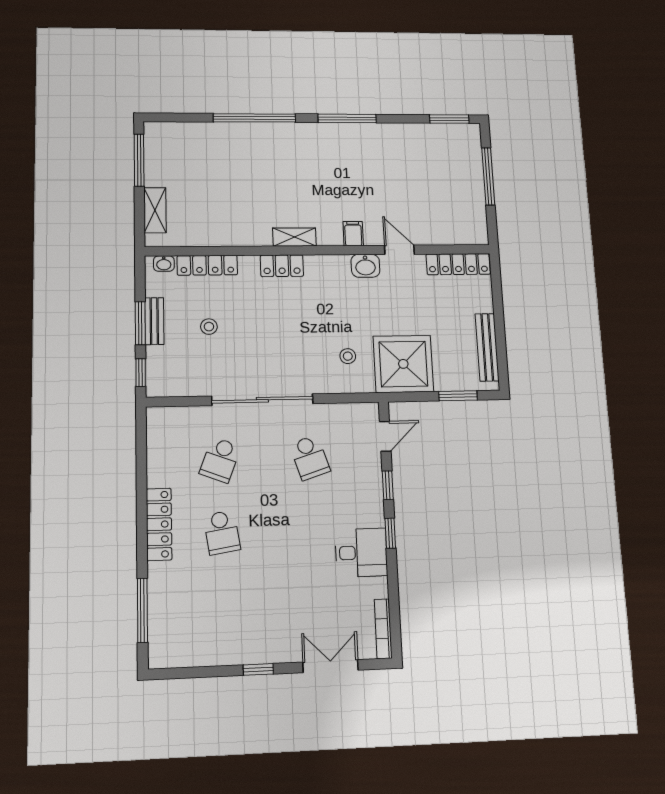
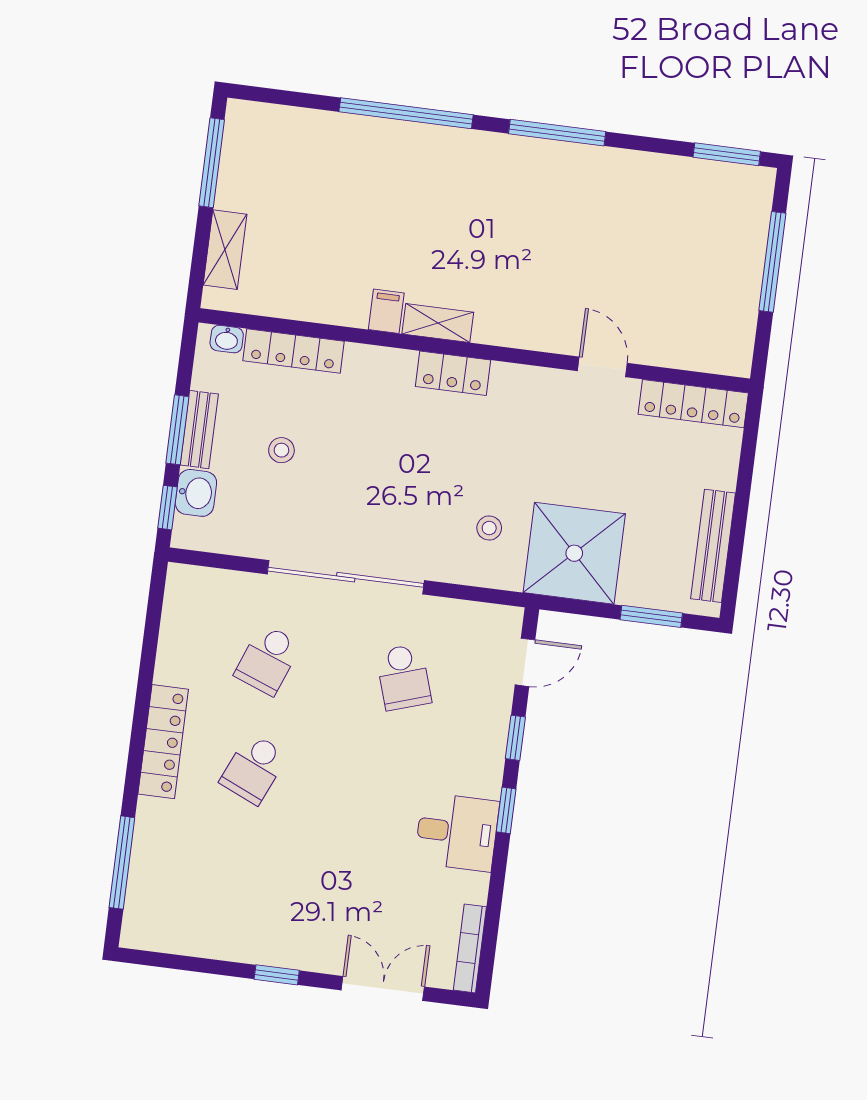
filing cabinet: (353, 234) -> (386, 311), moved
locker: (282, 266) -> (453, 373), moved
washbasin: (365, 266) -> (196, 493), moved, turned -90
school desk: (222, 533) -> (254, 769), turned 33

